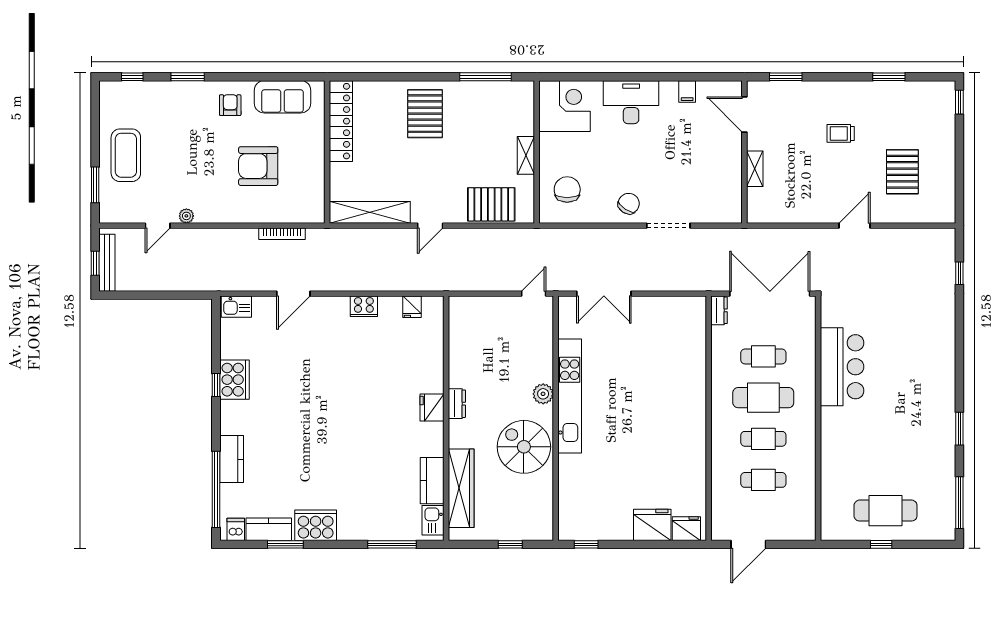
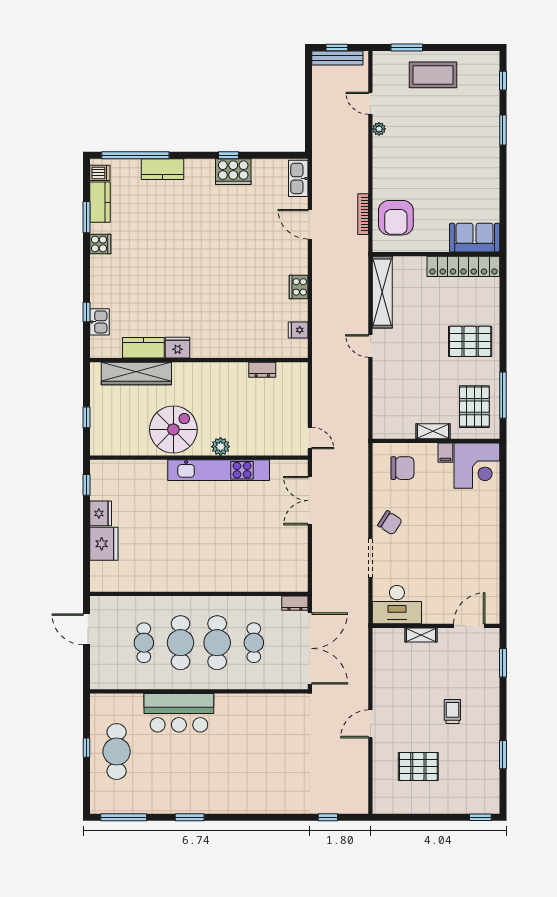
filing cabinet: (687, 91) -> (445, 453), moved, turned -90
sofa: (283, 97) -> (475, 238), moved, turned 90
desk: (631, 102) -> (397, 605), moved, turned 90
armchair: (230, 105) -> (478, 168), removed
armchair: (258, 166) -> (396, 218), moved, turned 180
pallet: (491, 204) -> (474, 407), moved
door: (855, 226) -> (370, 724), swing flipped
kitchen sink: (236, 307) -> (298, 178), width x1.38
bar counter: (842, 367) -> (179, 713), moved
dresser: (457, 404) -> (262, 370), moved
fridge: (432, 408) -> (178, 348), moved
cafe table: (763, 439) -> (181, 643), width x1.37, depth x1.35
kitchen sink: (433, 520) -> (99, 322), moved, turned 90
cooker: (316, 525) -> (100, 244), width x0.53, depth x0.76
fridge: (686, 529) -> (101, 513), moved
window: (392, 544) -> (86, 312), width x0.46

